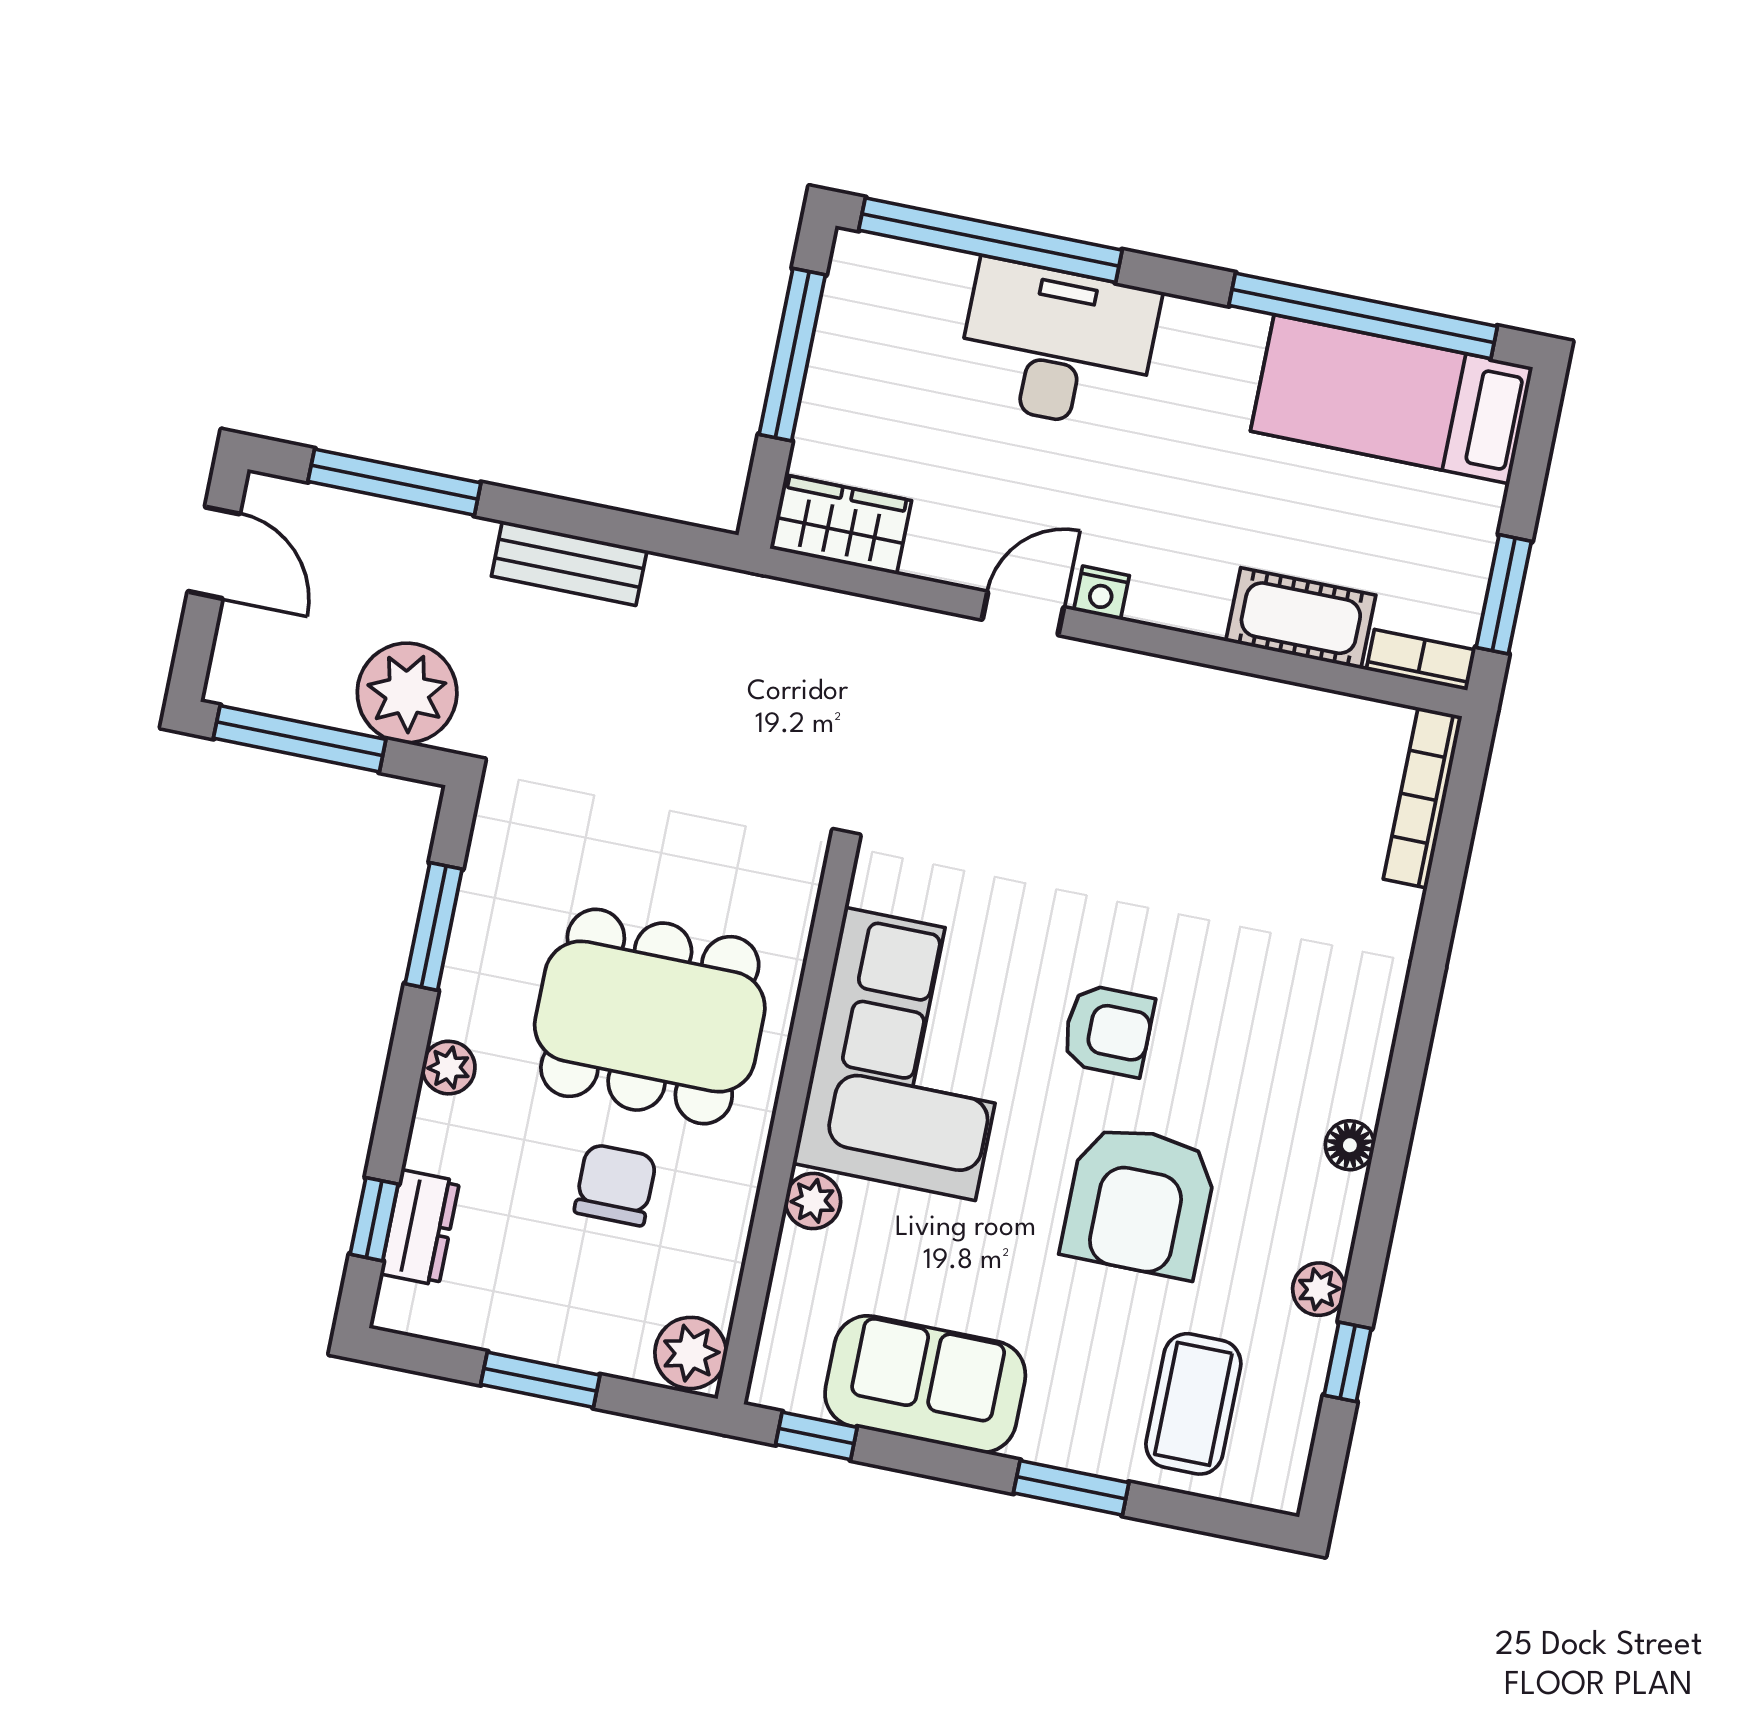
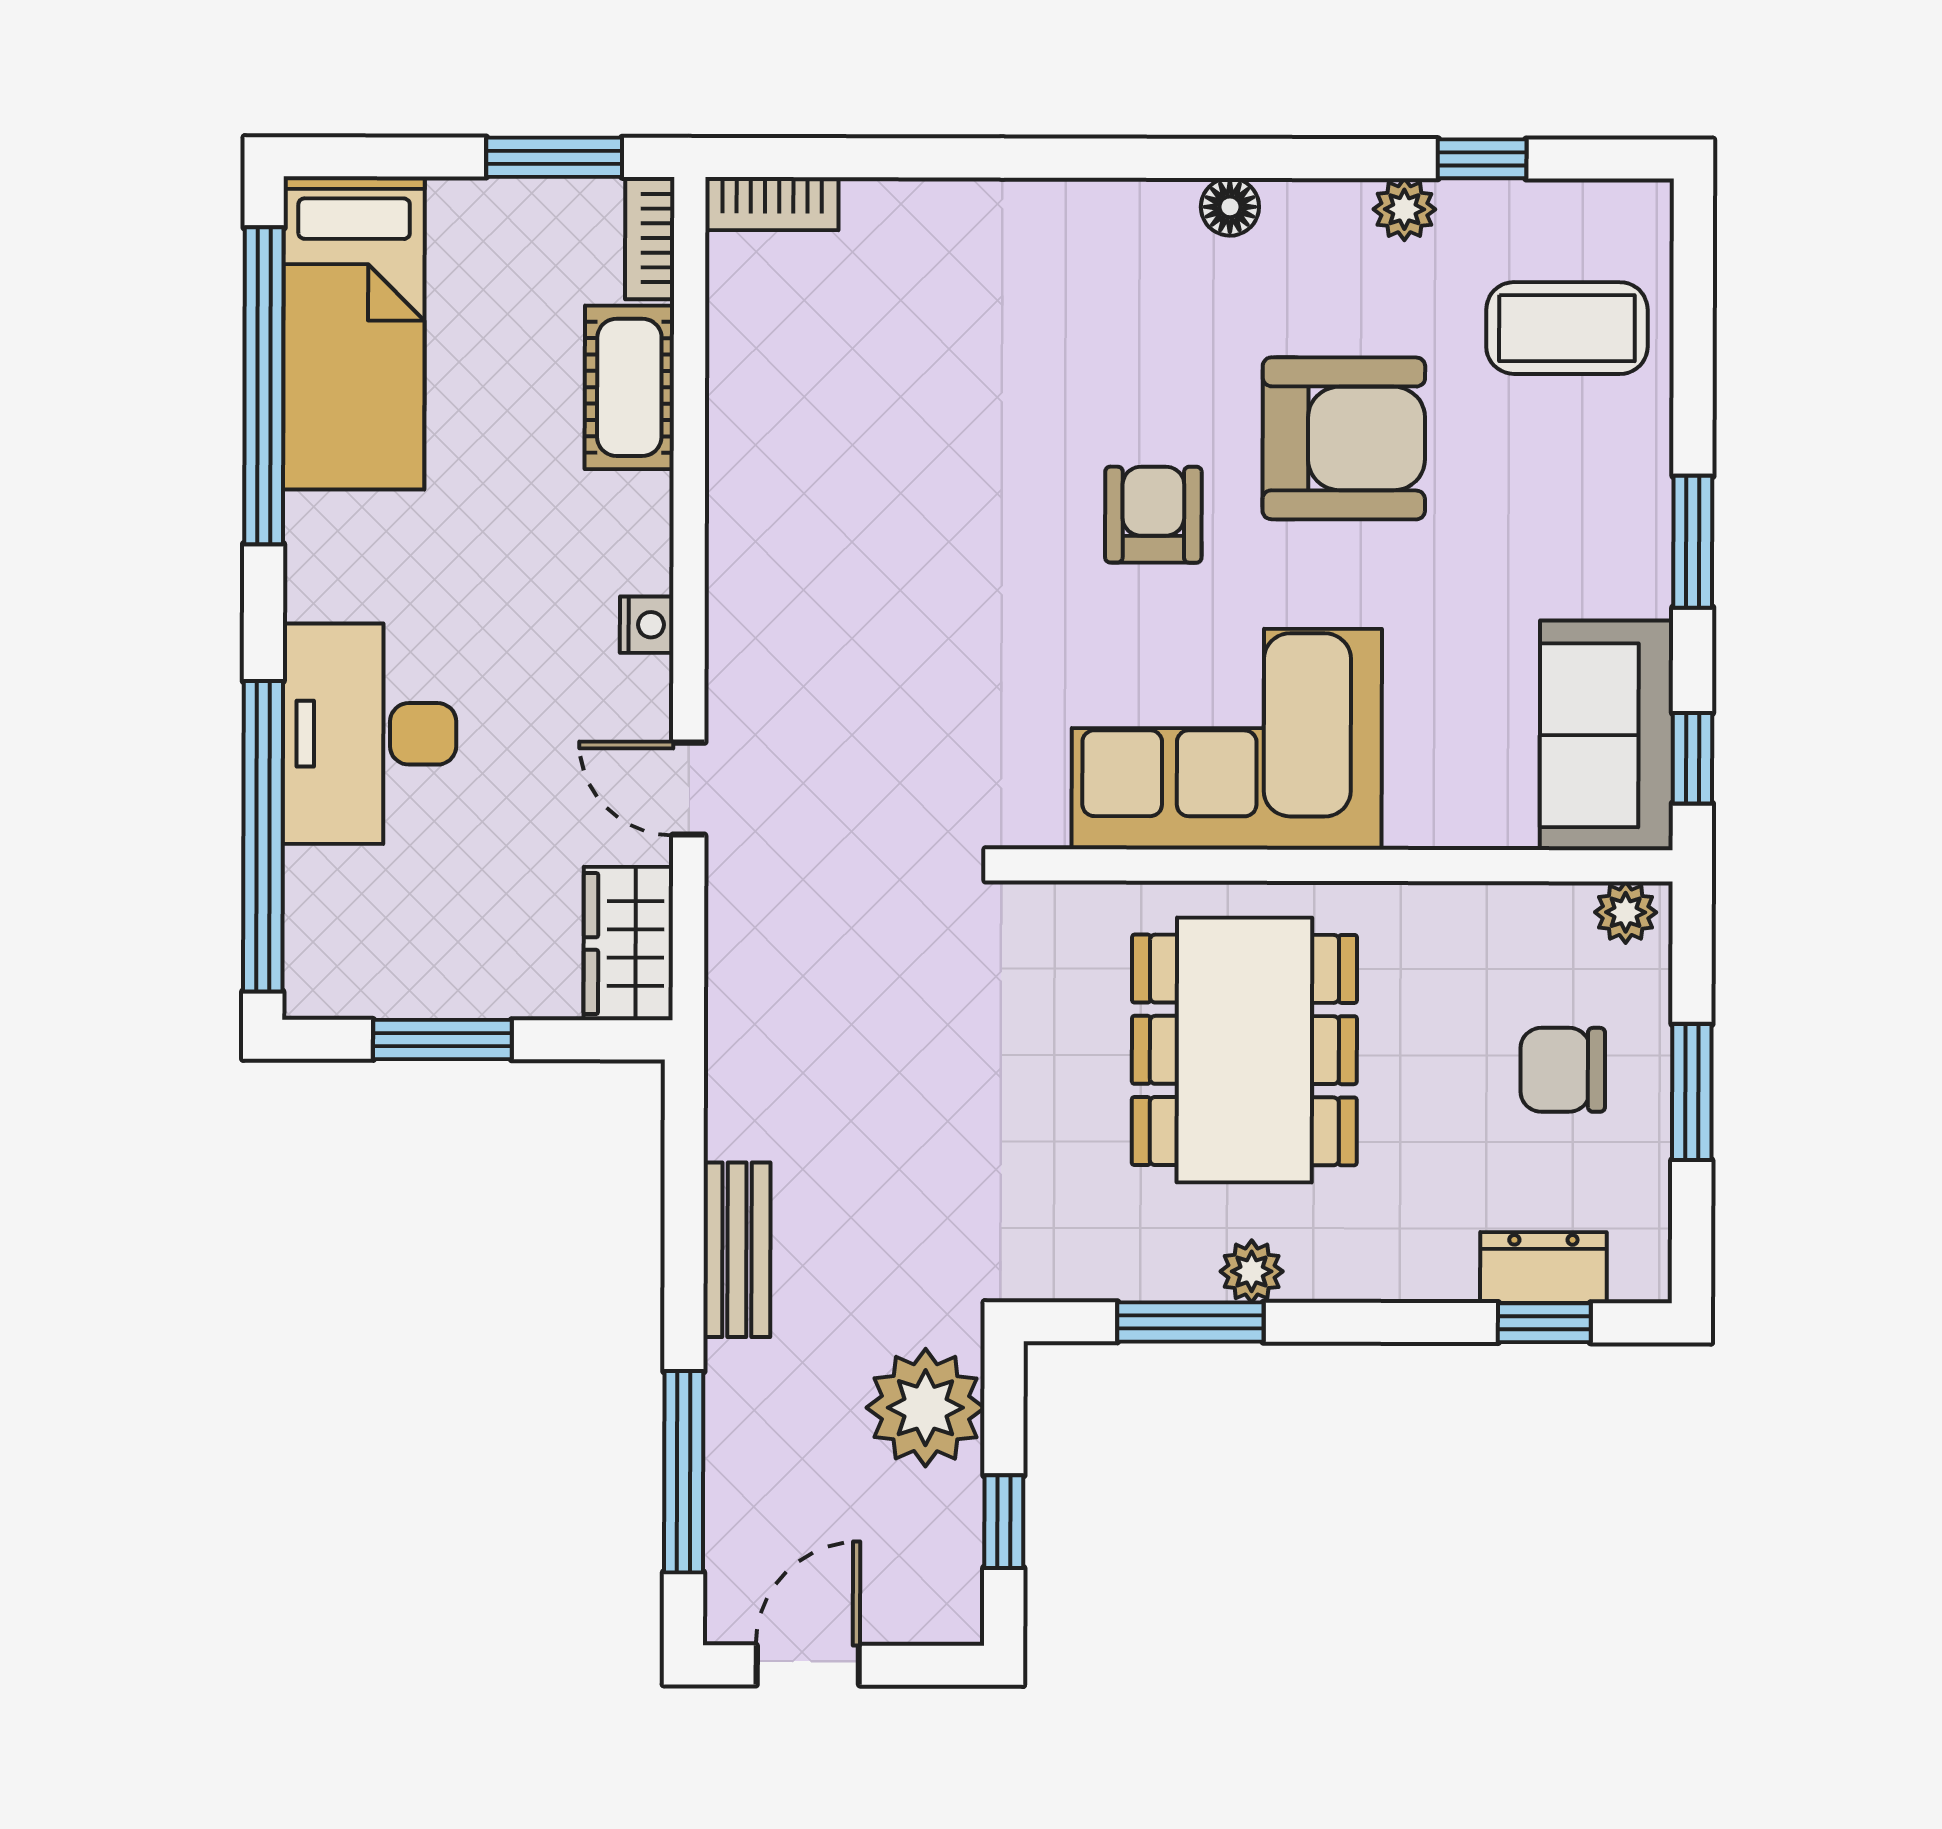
window: (792, 355) -> (442, 1040), width x0.69
door: (1023, 613) -> (689, 789), moved
window: (300, 739) -> (1004, 1522), width x0.46
bookcase: (1423, 798) -> (772, 204), width x0.64
plant: (449, 1068) -> (1252, 1271), moved
chair: (615, 1185) -> (1563, 1070), moved
plant: (813, 1201) -> (1420, 817), removed
plant: (691, 1353) -> (1626, 912), width x0.73, depth x0.73
sofa: (925, 1384) -> (1606, 735), moved
window: (1071, 1488) -> (1693, 542), moved

